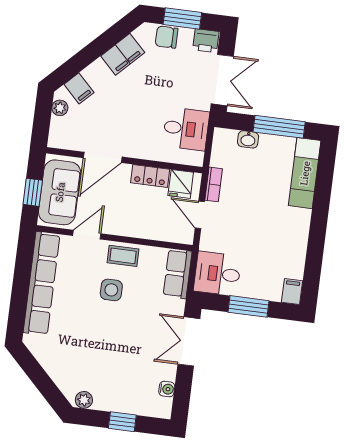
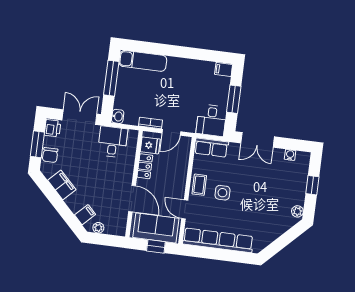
washbasin: (248, 139) -> (118, 116), moved

